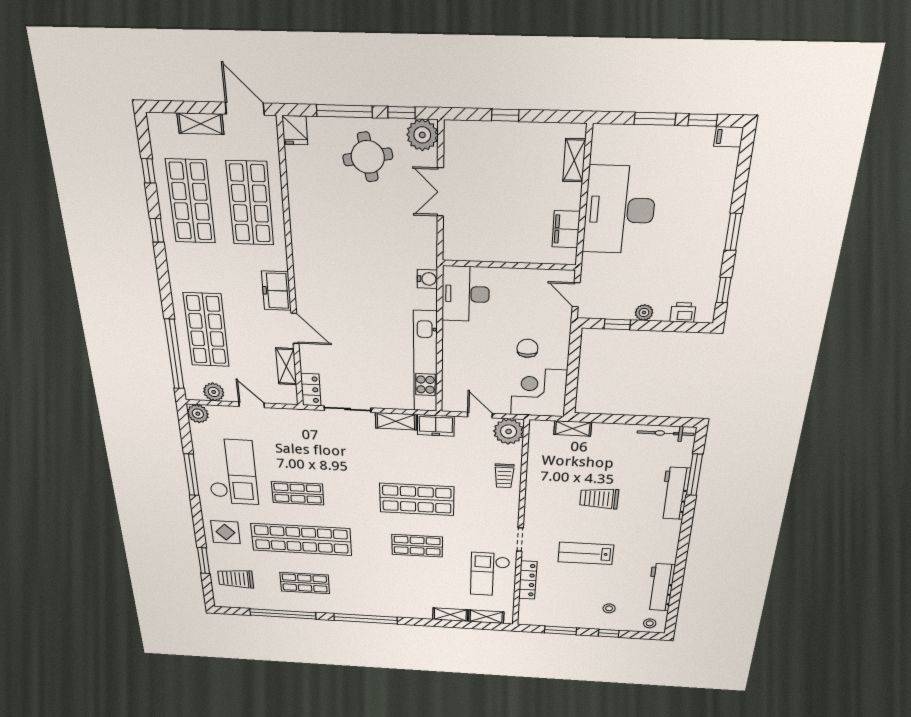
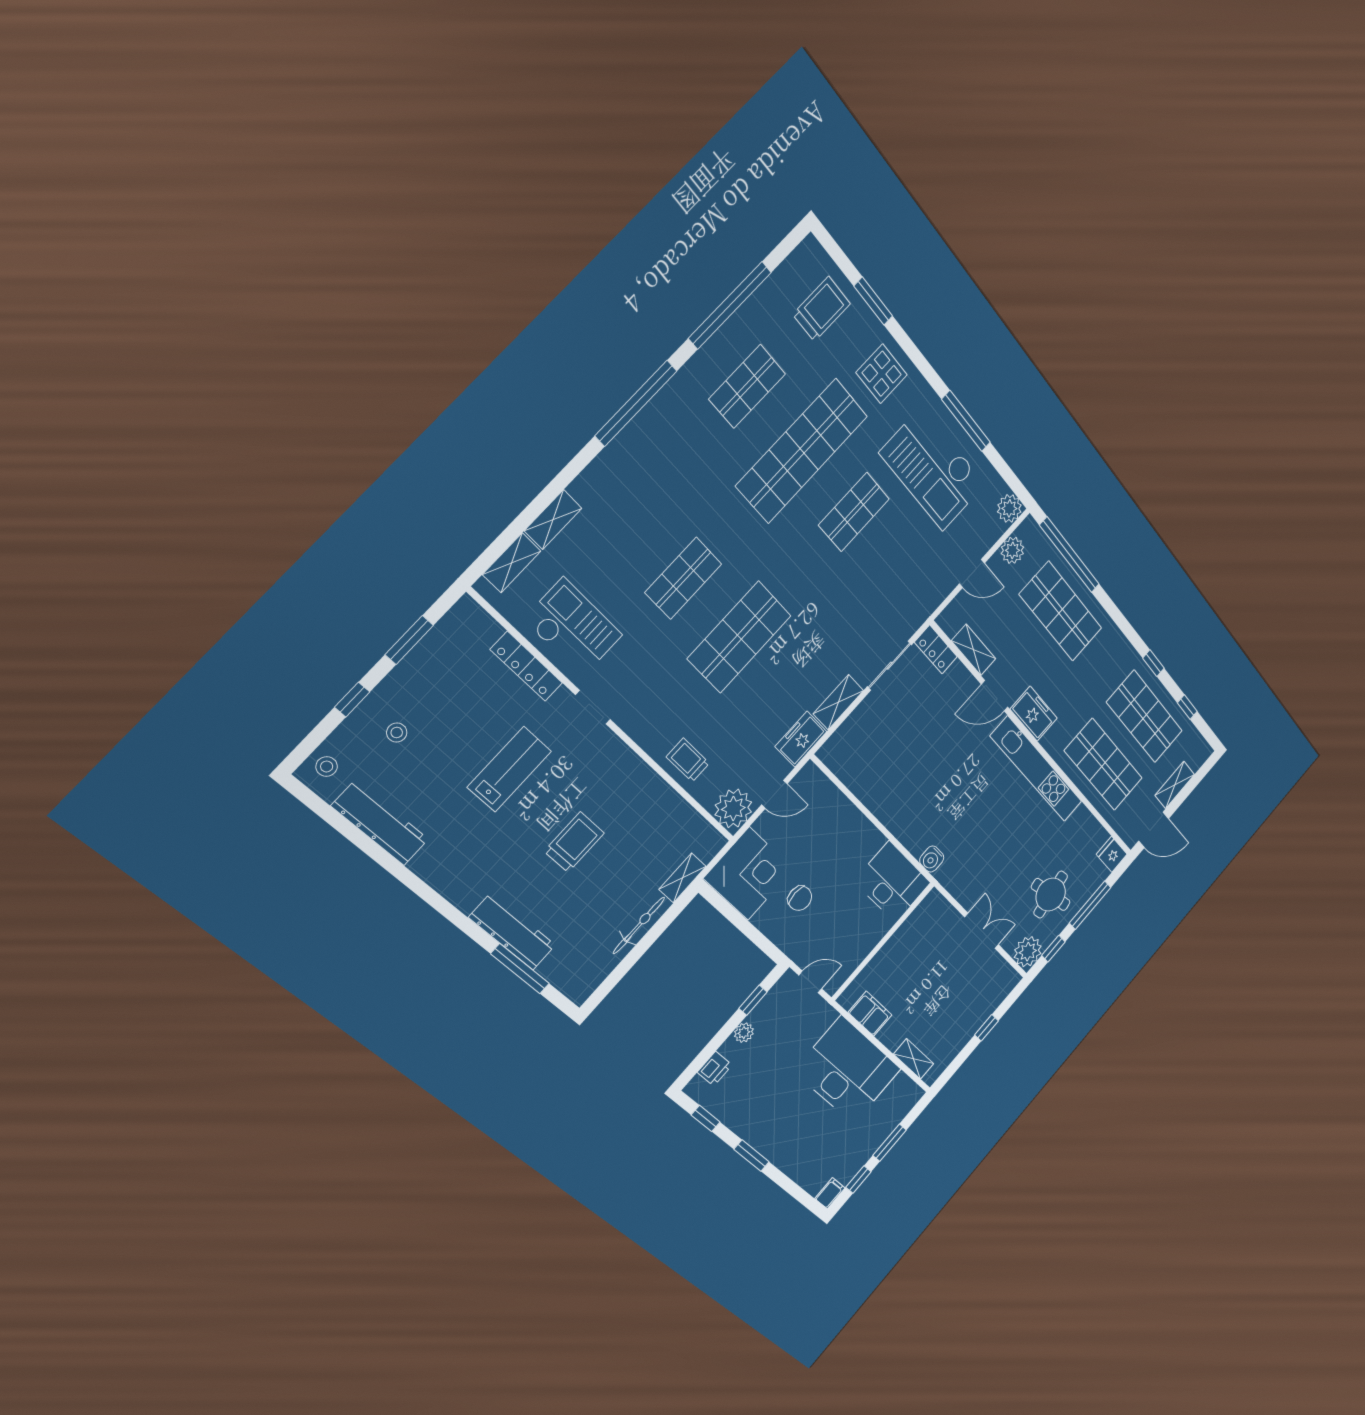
kitchen unit: (425, 362) -> (1037, 769), moved, turned 180
bicycle: (665, 433) -> (639, 925), moved

